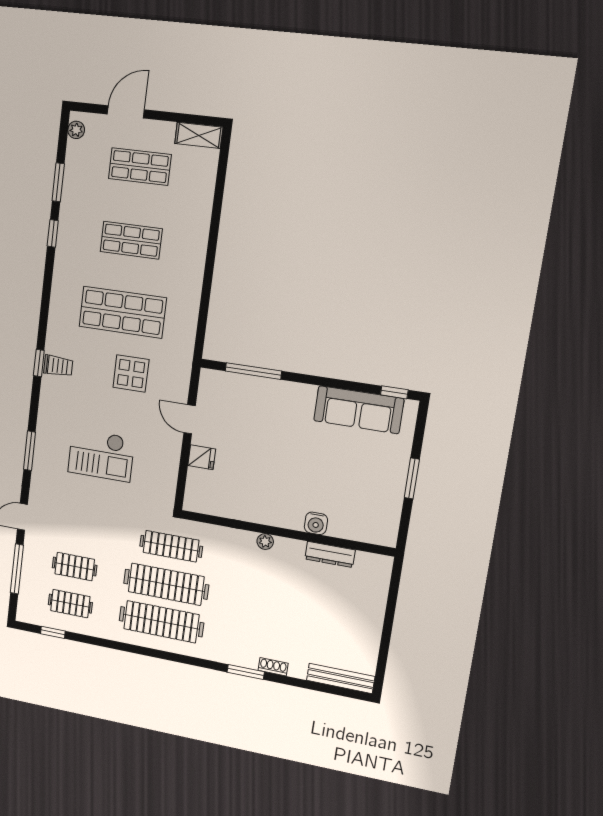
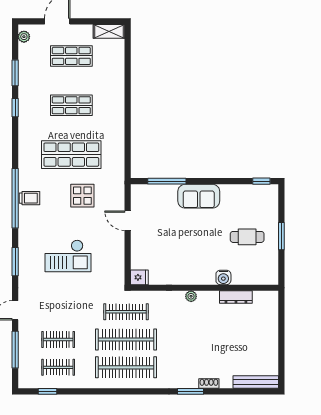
window: (39, 363) -> (15, 198), width x3.17
sofa: (359, 410) -> (199, 196), moved, width x0.73
fridge: (202, 457) -> (139, 277), moved
cafe table: (360, 471) -> (247, 237), added

